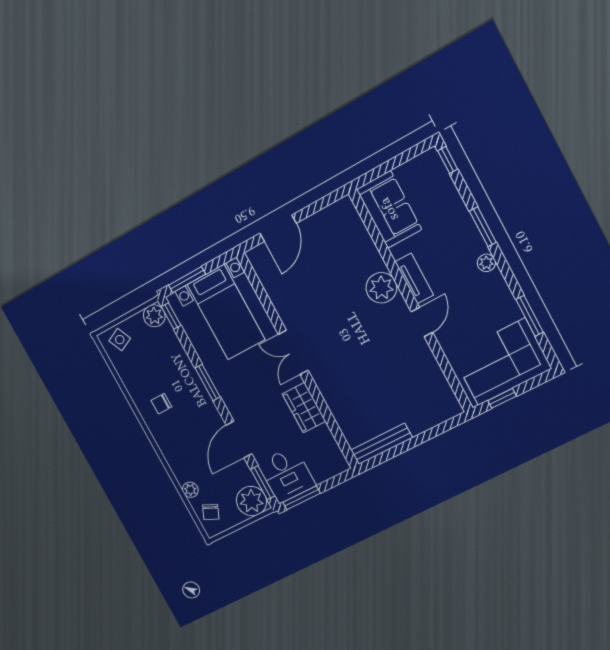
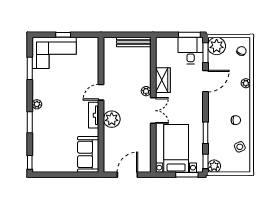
sofa: (389, 209) -> (88, 154), moved
tv unit: (414, 278) -> (94, 115), moved
plant: (381, 288) -> (112, 119), moved
wall: (411, 302) -> (101, 105), moved
door: (422, 322) -> (101, 92), moved
side table: (120, 340) -> (240, 147), moved
plant: (321, 377) -> (146, 91), added
window: (208, 382) -> (205, 133), moved
plant: (190, 490) -> (246, 83), moved

